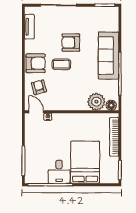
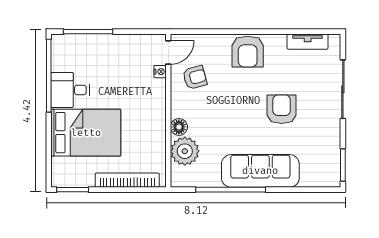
coffee table: (61, 64) -> (246, 94), removed
armchair: (39, 87) -> (195, 77), moved
floor lamp: (111, 105) -> (179, 127), moved

